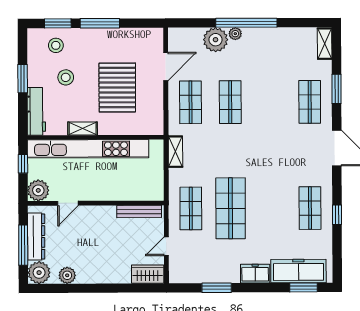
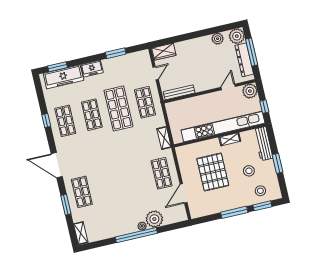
shop shelf: (230, 102) -> (92, 115), moved

